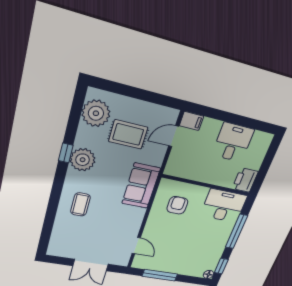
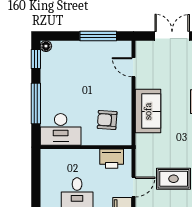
printer: (245, 180) -> (112, 159), moved, turned 90
sofa: (141, 186) -> (148, 111), moved
armchair: (177, 205) -> (107, 120), turned 94

